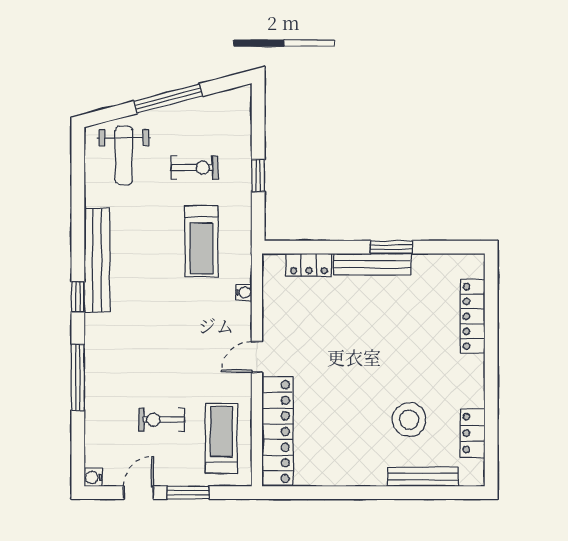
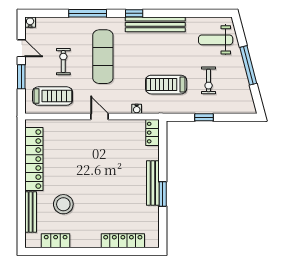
locker: (309, 265) -> (152, 133), moved
exercise mat: (153, 351) -> (103, 57), added
locker: (277, 432) -> (34, 159), moved, turned -90

